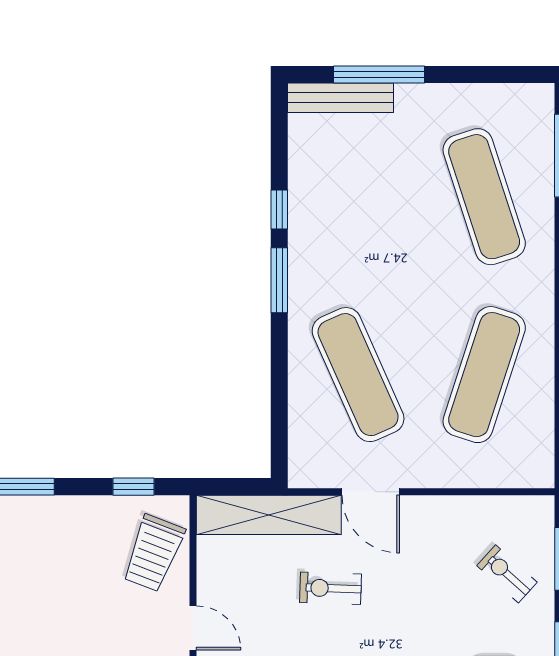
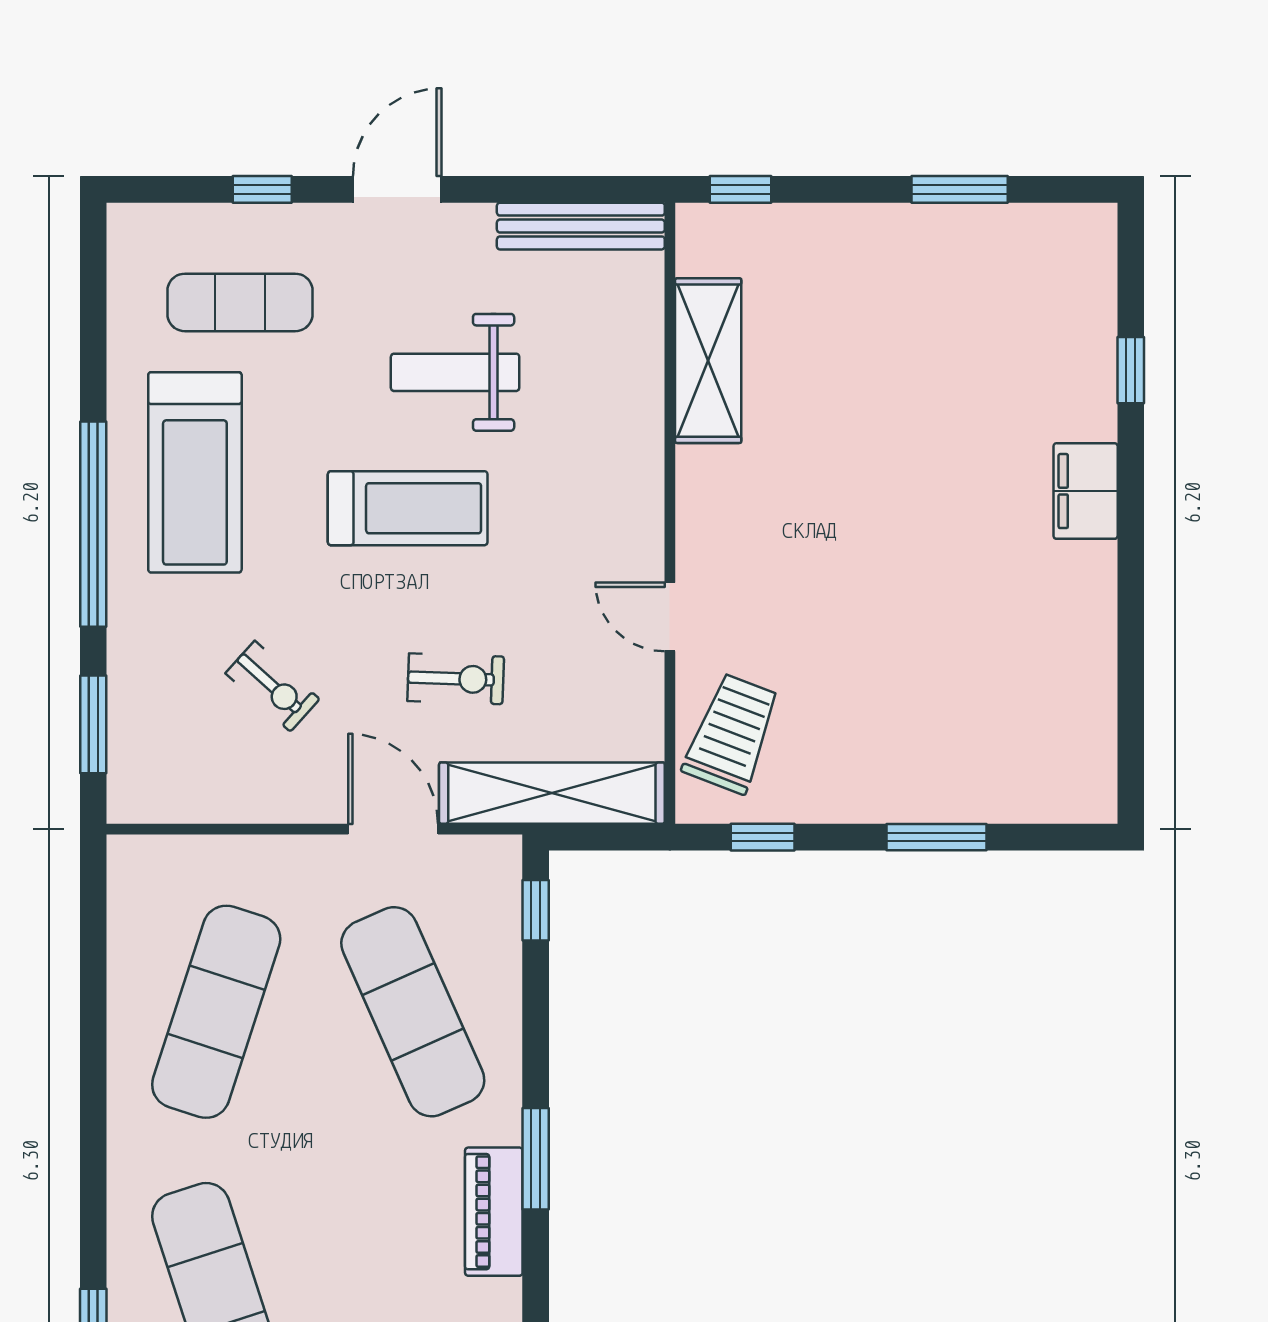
window: (279, 210) -> (536, 910), moved
piano: (306, 246) -> (494, 1212), added
exercise bike: (507, 574) -> (272, 686), moved

